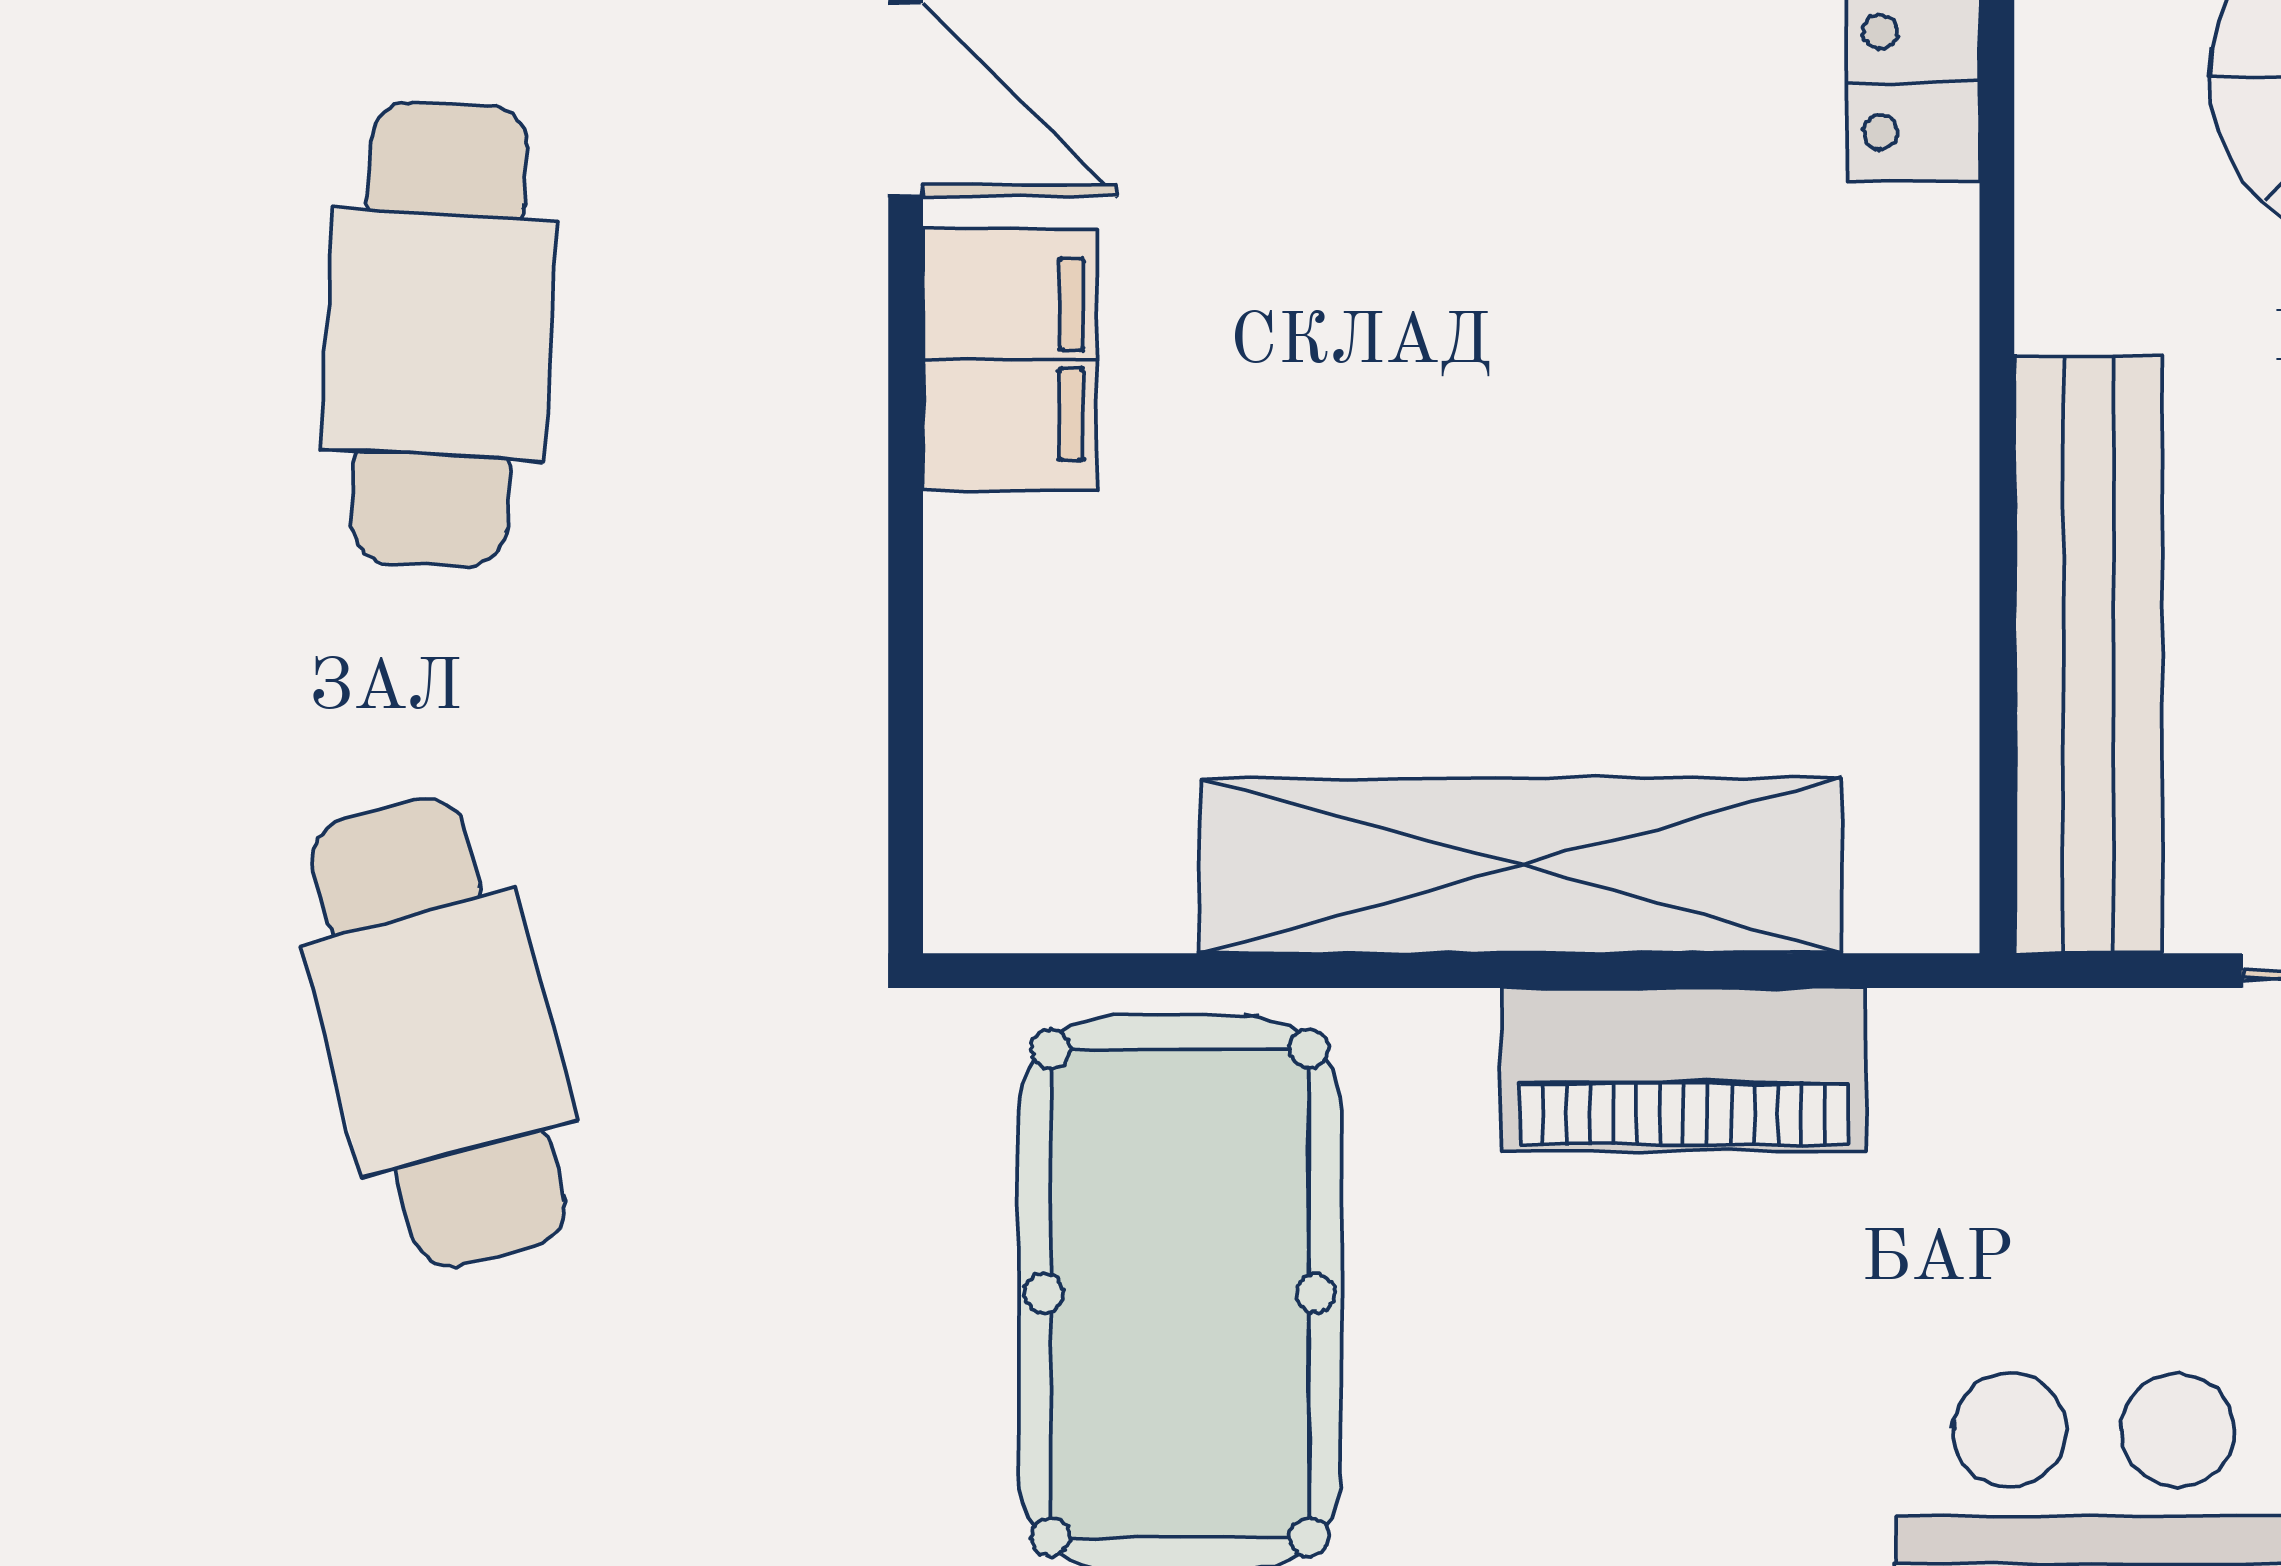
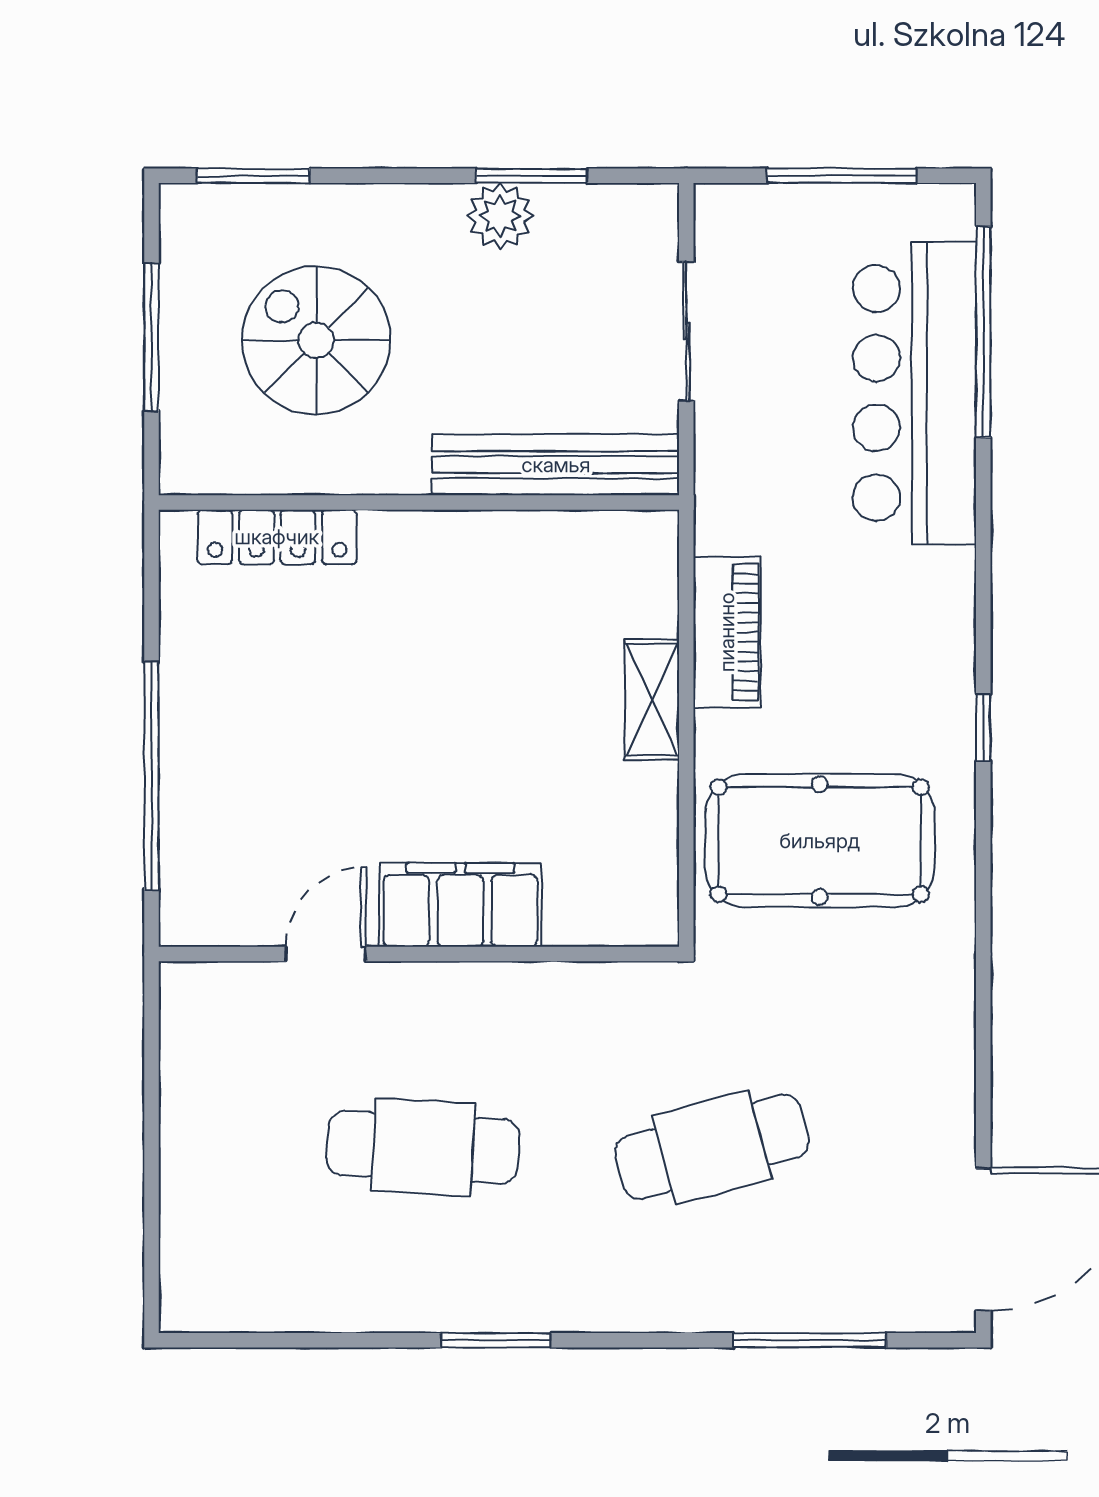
filing cabinet: (1010, 359) -> (460, 905), width x1.50, depth x1.17
shelving: (1521, 866) -> (652, 700), width x0.45, depth x0.75

